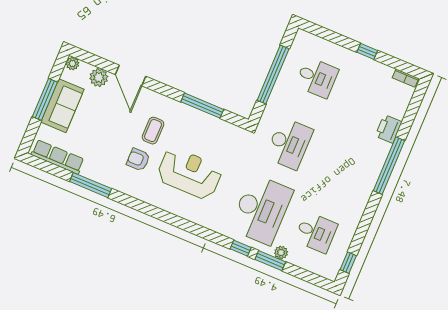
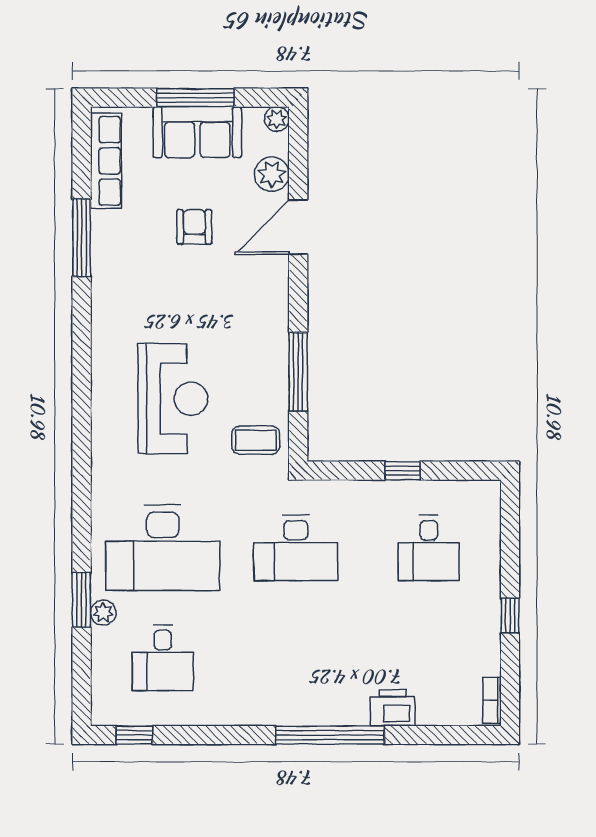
window: (273, 74) -> (403, 471), width x0.32
coffee table: (153, 131) -> (256, 440), moved
armchair: (138, 160) -> (194, 227), moved
window: (241, 248) -> (82, 540), removed

